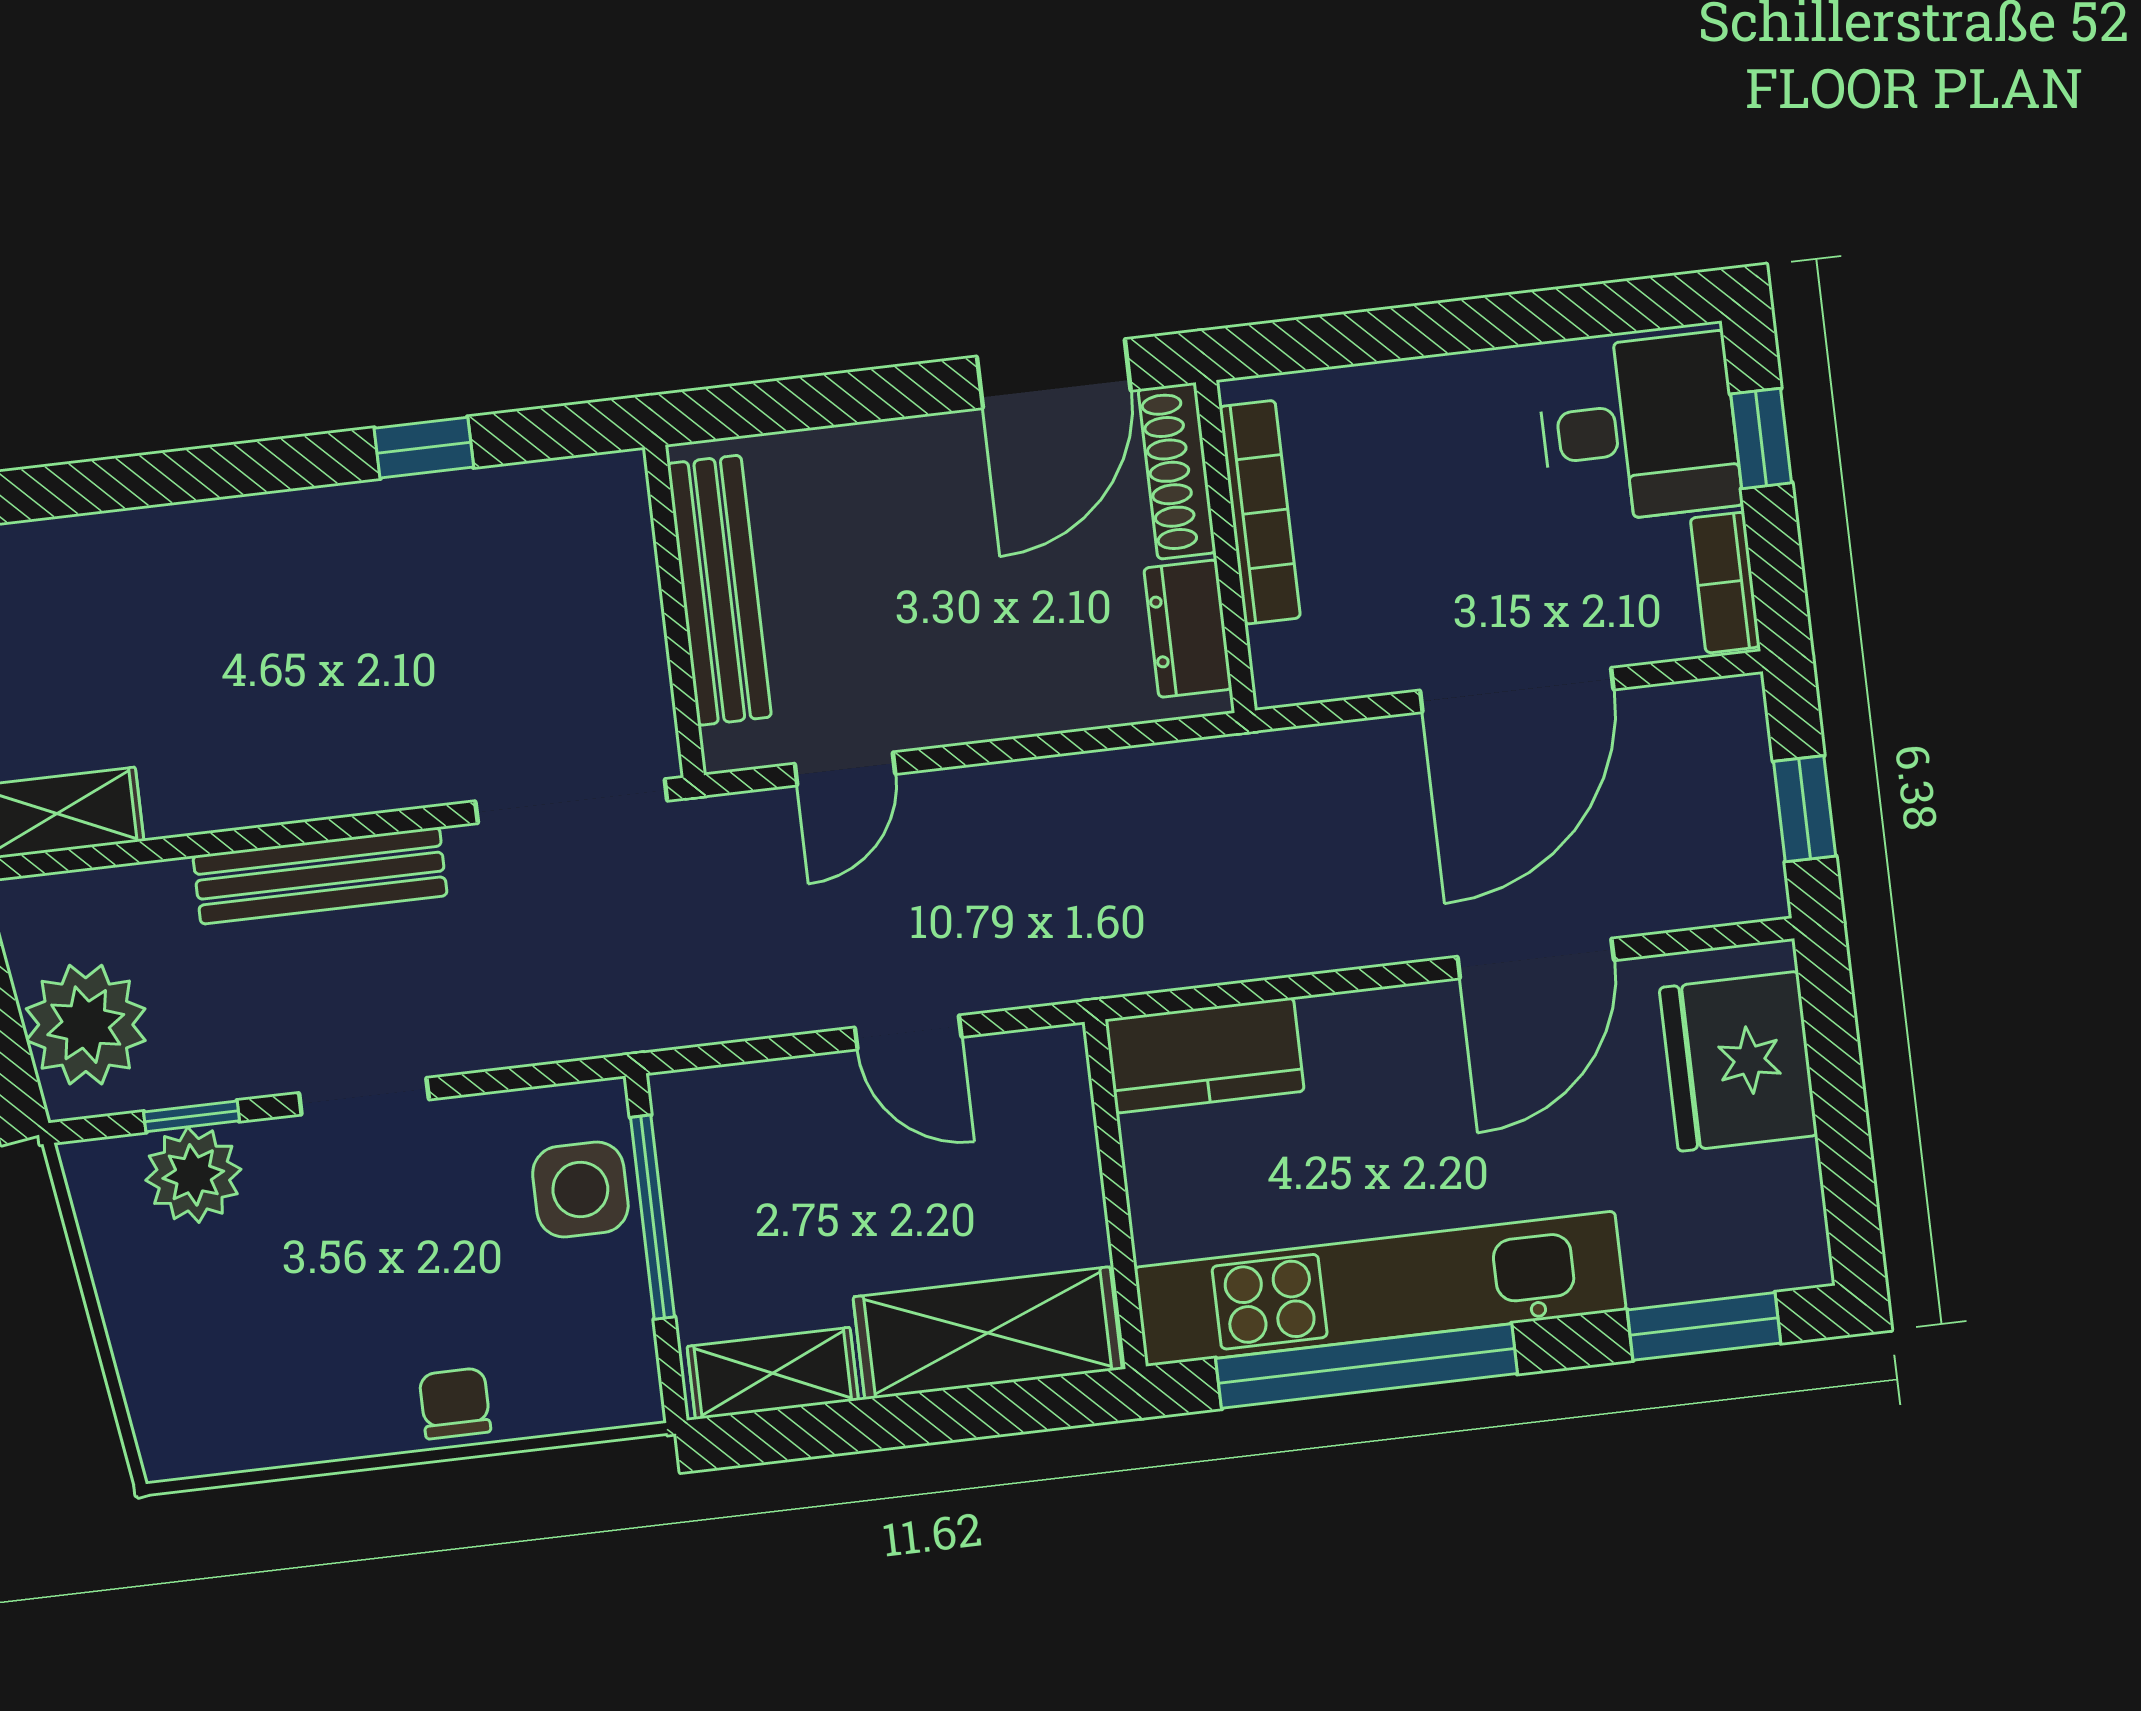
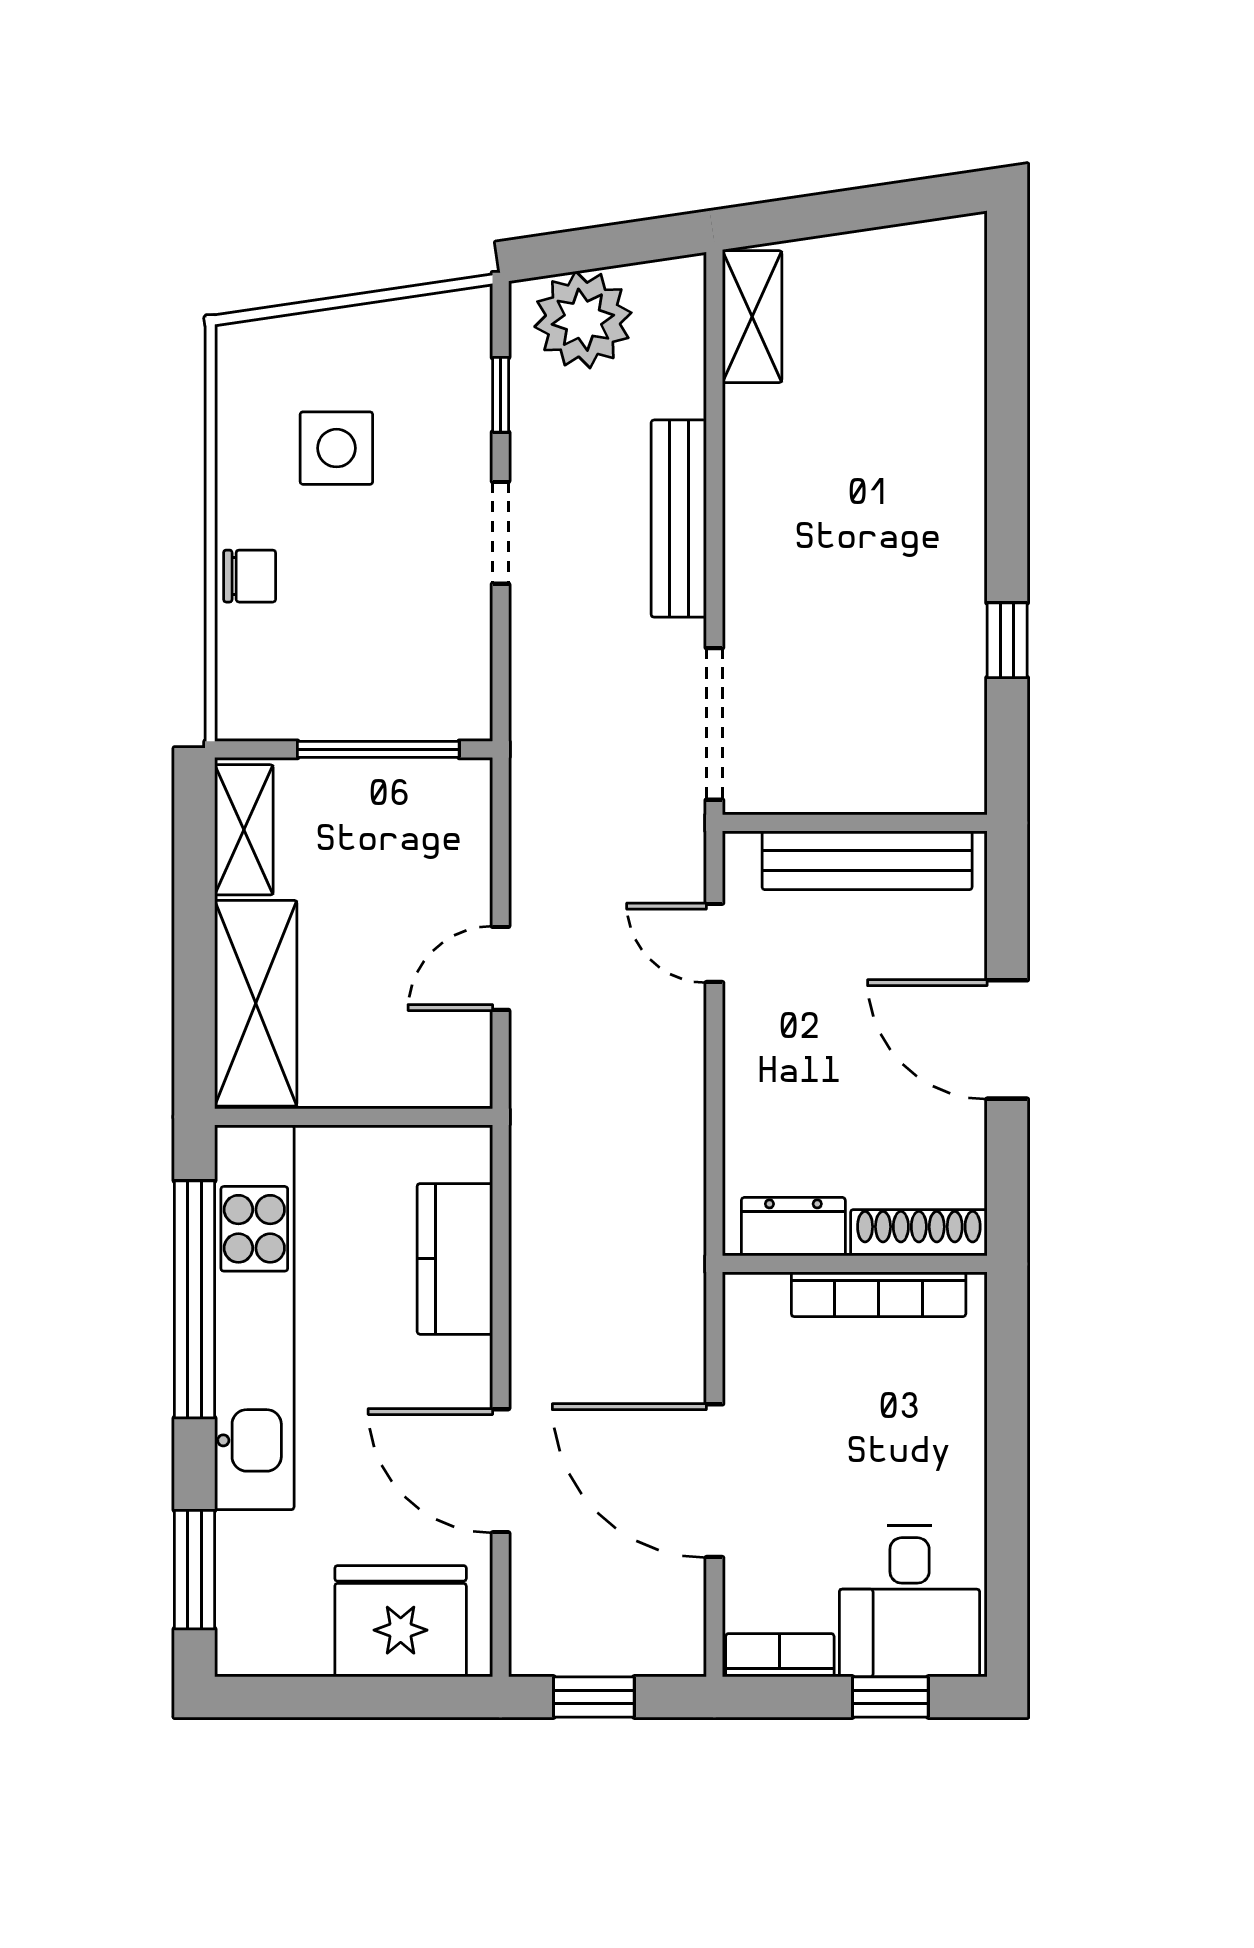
door: (1054, 374) -> (1007, 1039), moved
kitchen counter: (1205, 1055) -> (455, 1259), moved
plant: (193, 1175) -> (454, 391), removed
side table: (580, 1189) -> (336, 448), moved

